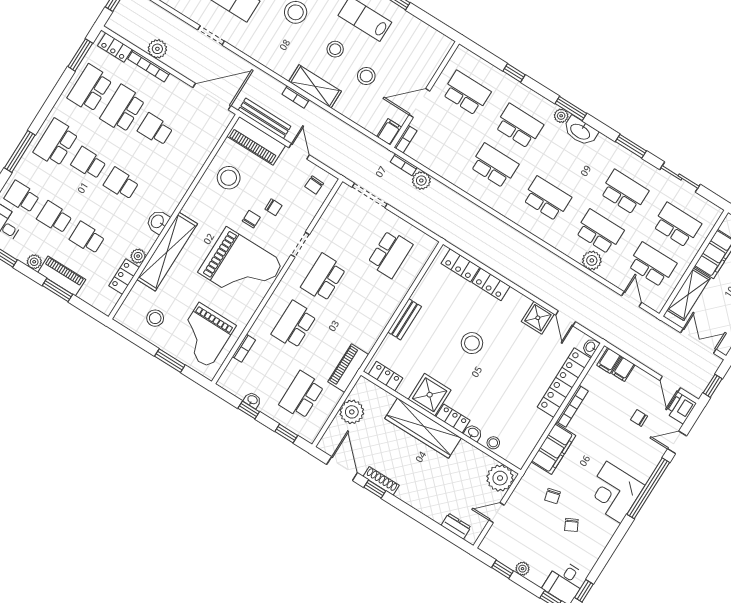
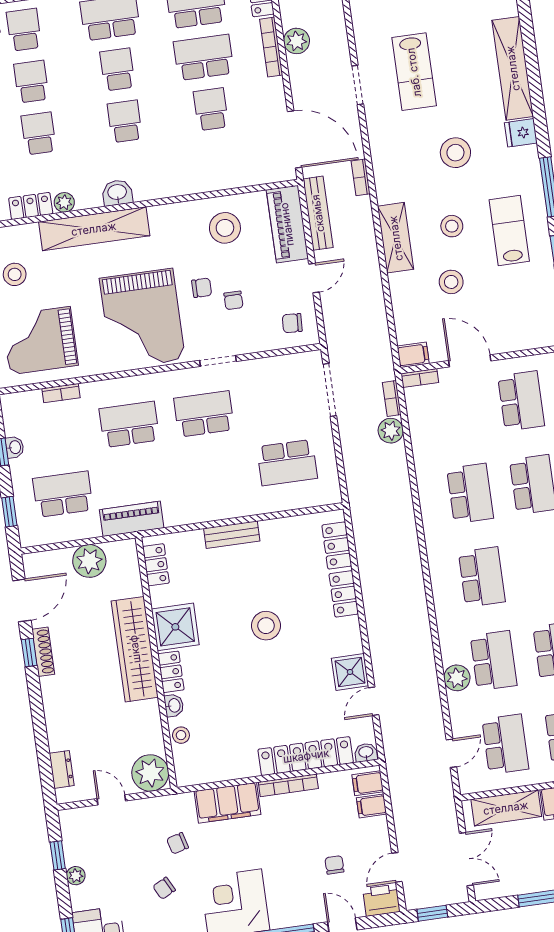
bookcase: (296, 97) -> (361, 177), moved

